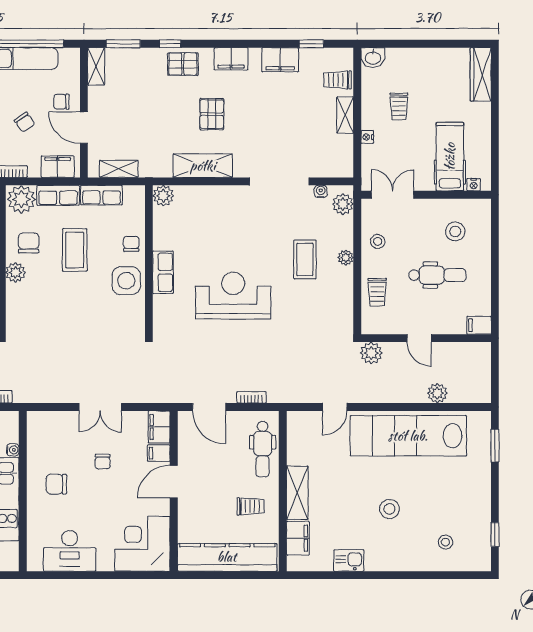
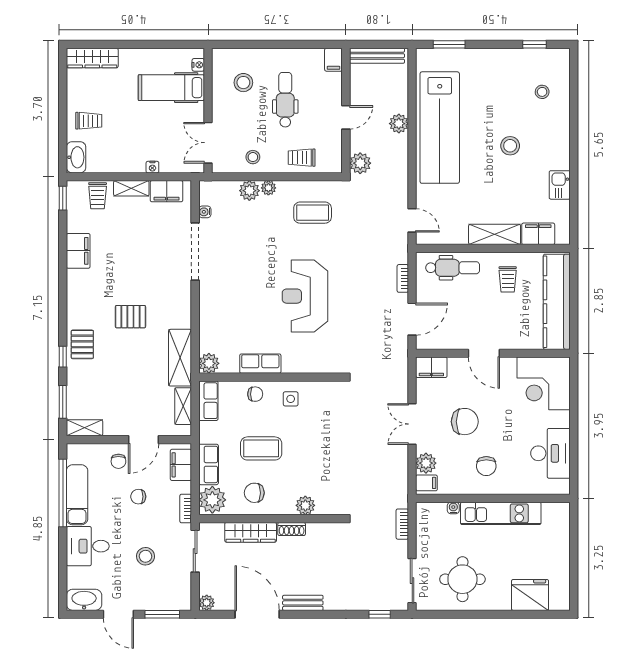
window: (311, 44) -> (63, 198), moved
washbasin: (373, 58) -> (76, 157), width x1.38
filing cabinet: (231, 59) -> (167, 191), moved, turned 90
trolley: (399, 106) -> (89, 121), moved
chair: (25, 122) -> (138, 497), turned -145
shelving: (203, 166) -> (180, 358), moved
row of seats: (101, 195) -> (208, 401), moved
plant: (343, 204) -> (249, 191), moved
chair: (131, 244) -> (255, 394), turned 180
coffee table: (305, 259) -> (313, 213), moved
plant: (15, 272) -> (305, 505), moved
row of seats: (163, 272) -> (260, 364), moved
side table: (126, 281) -> (291, 399), width x0.54, depth x0.54
trolley: (377, 292) -> (302, 158), turned 180
bench: (483, 370) -> (377, 56), added
plant: (437, 393) -> (399, 124), moved
double door: (100, 407) -> (412, 424), swing flipped
door: (335, 407) -> (412, 220), moved
plant: (59, 421) -> (426, 463), added
filing cabinet: (159, 453) -> (426, 483), moved, turned -90
chair: (103, 462) -> (465, 422), width x1.87, depth x1.87
trolley: (251, 506) -> (508, 279), turned 180

